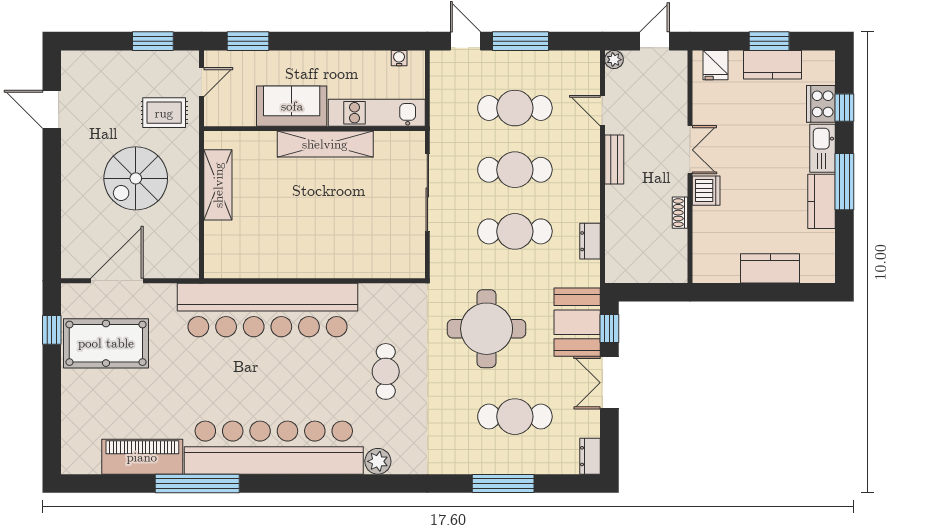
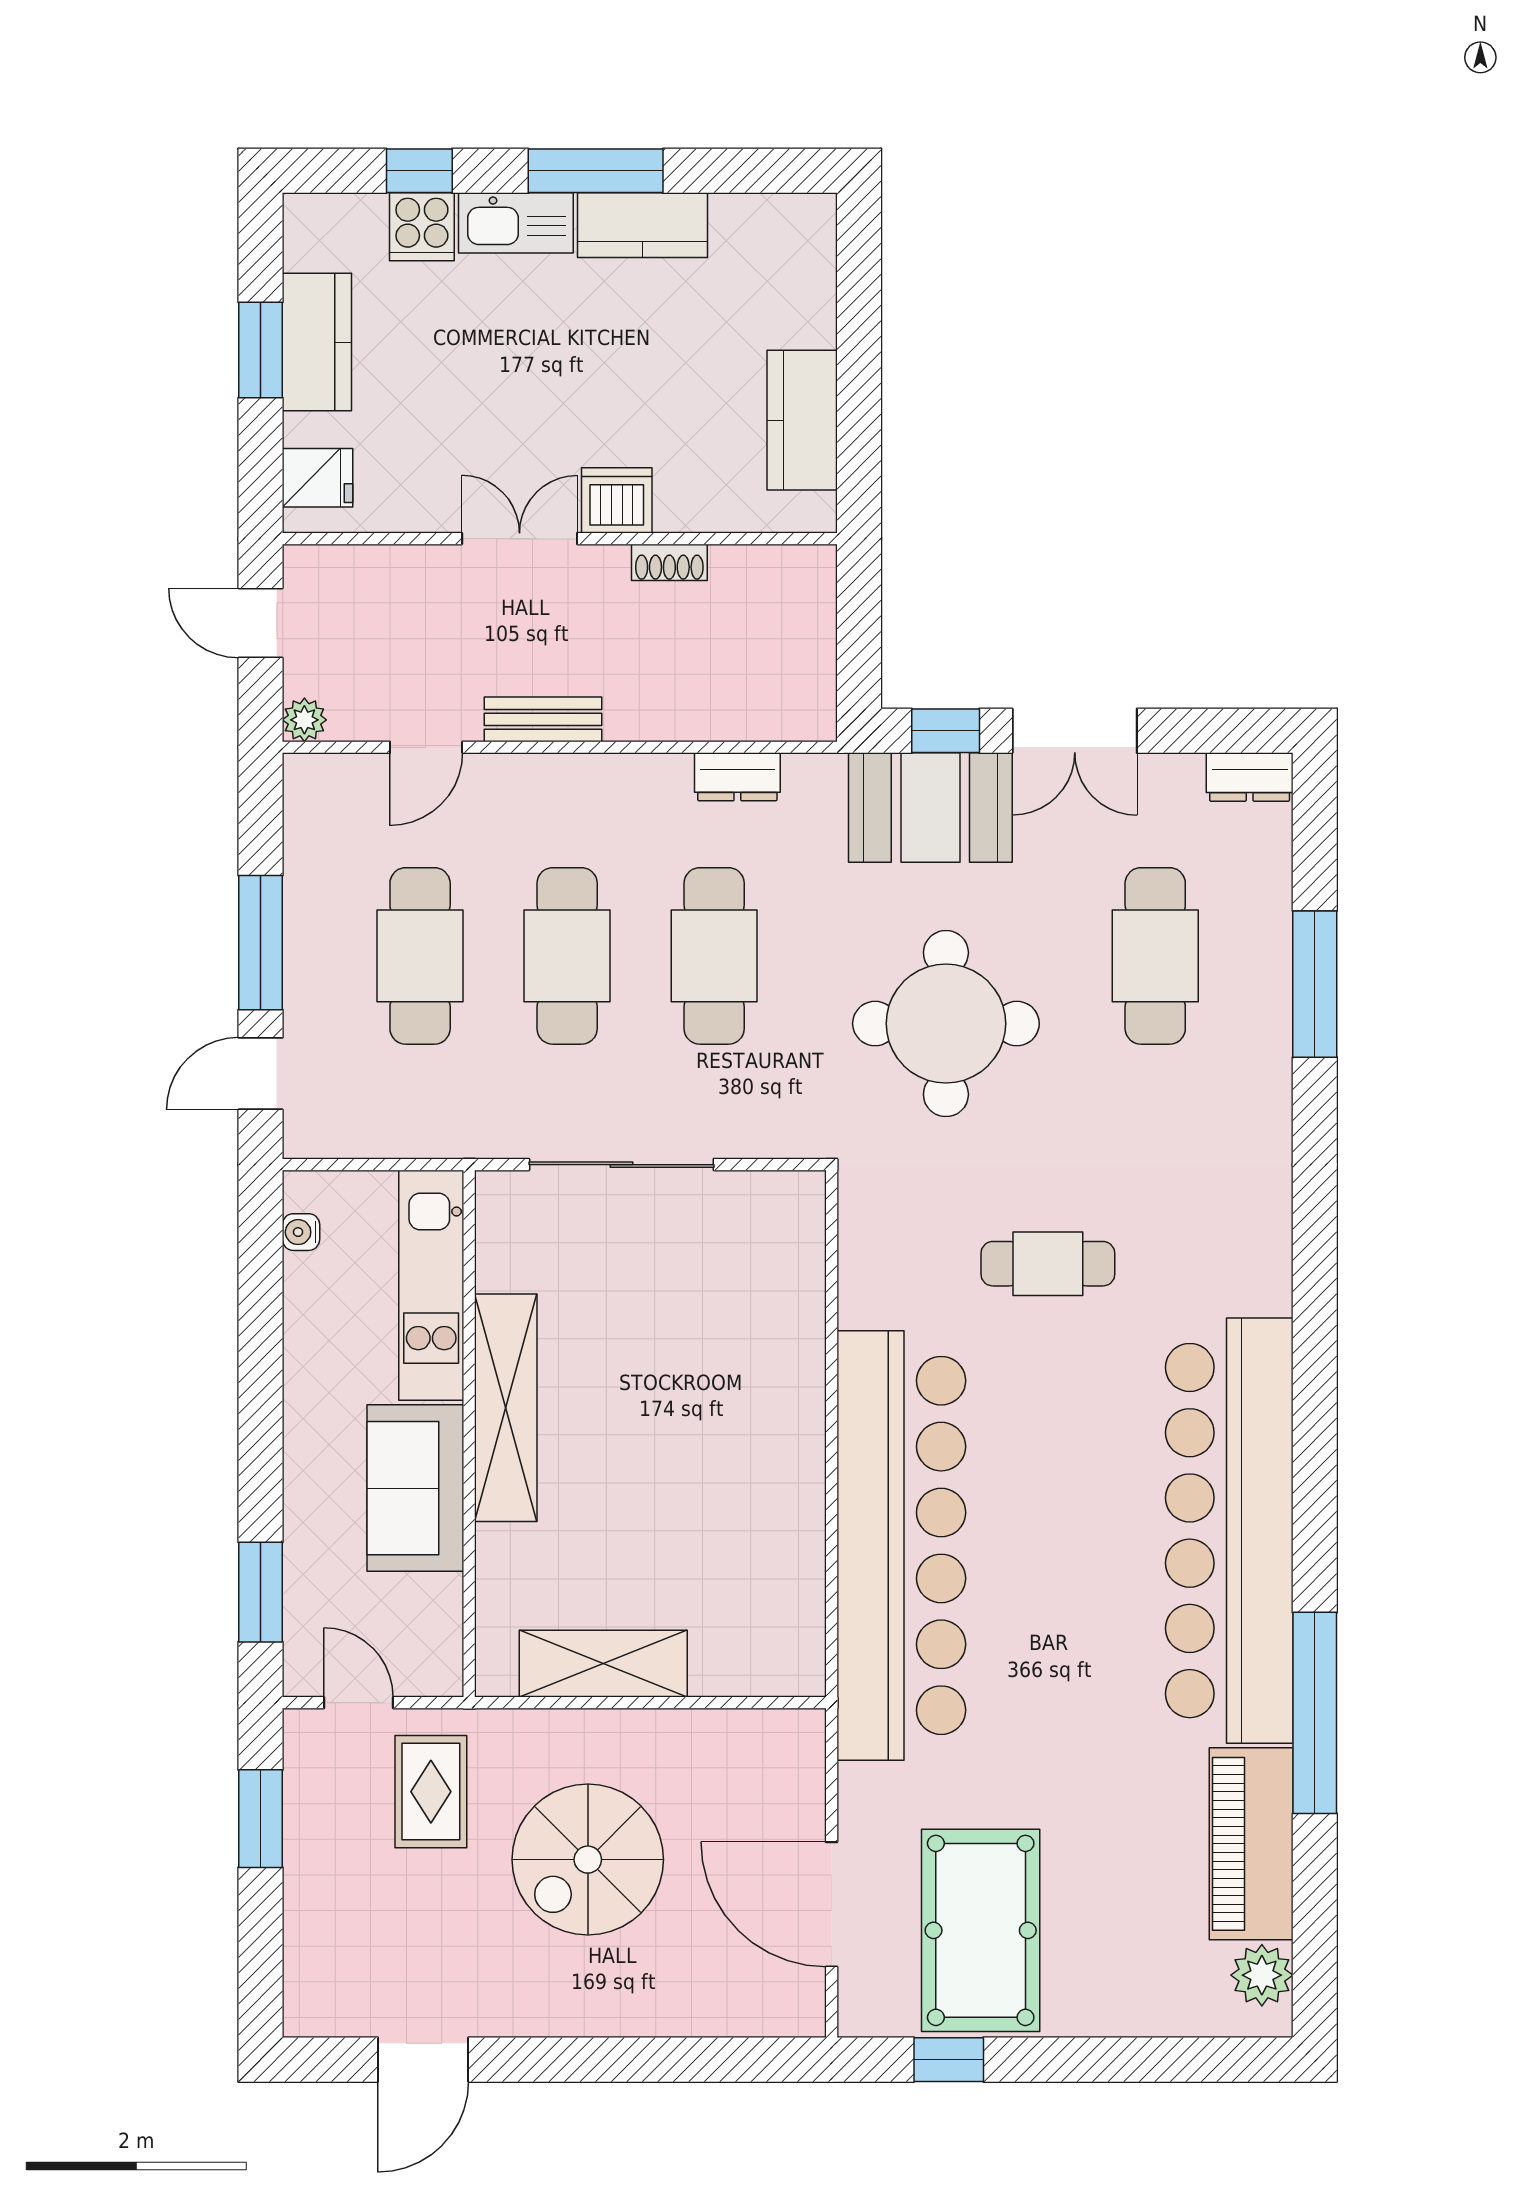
cooker: (821, 104) -> (422, 227), width x0.73
spiral stairs: (136, 178) -> (588, 1860), turned 90
kitchen counter: (770, 268) -> (802, 420), moved
plant: (378, 461) -> (1262, 1975), moved

